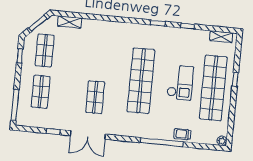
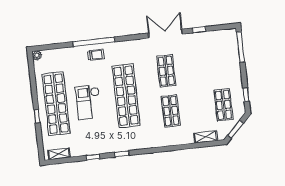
shop shelf: (41, 92) -> (171, 111), moved
trolley: (182, 134) -> (96, 55), moved

